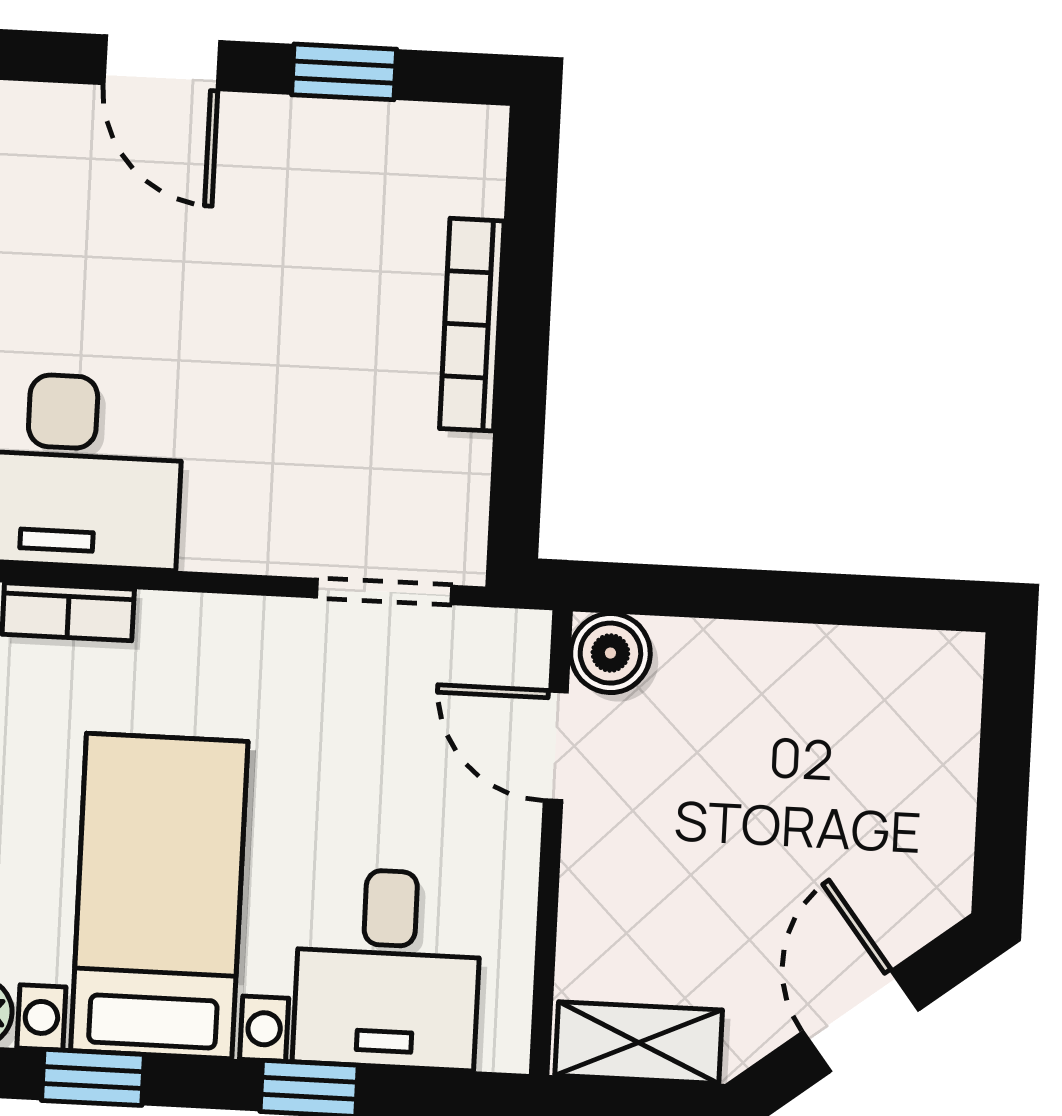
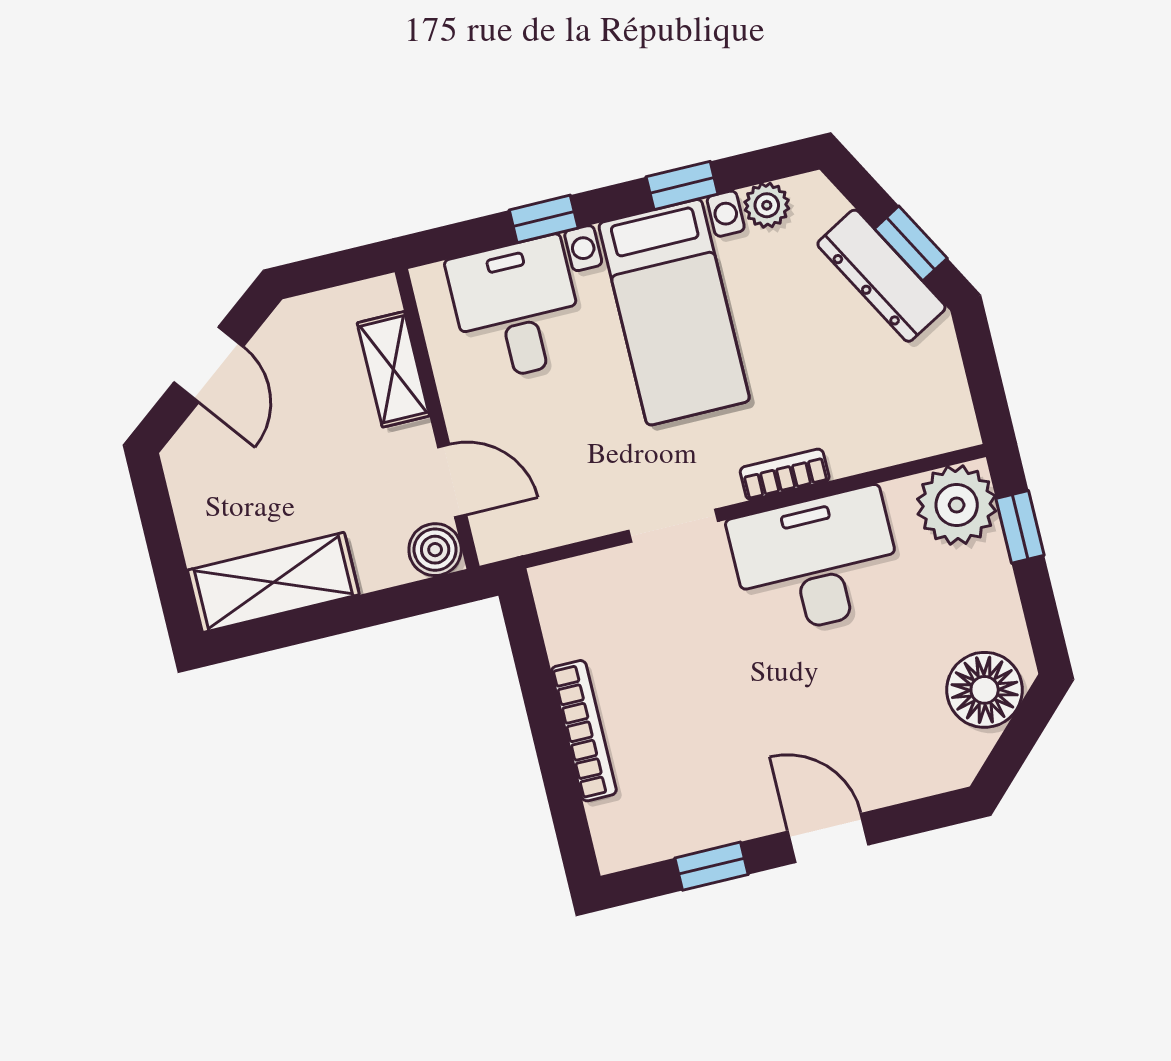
doorway: (384, 592) -> (673, 526), moved
shelving: (860, 675) -> (273, 582), added
shelving: (639, 1043) -> (393, 369), moved, turned 90

